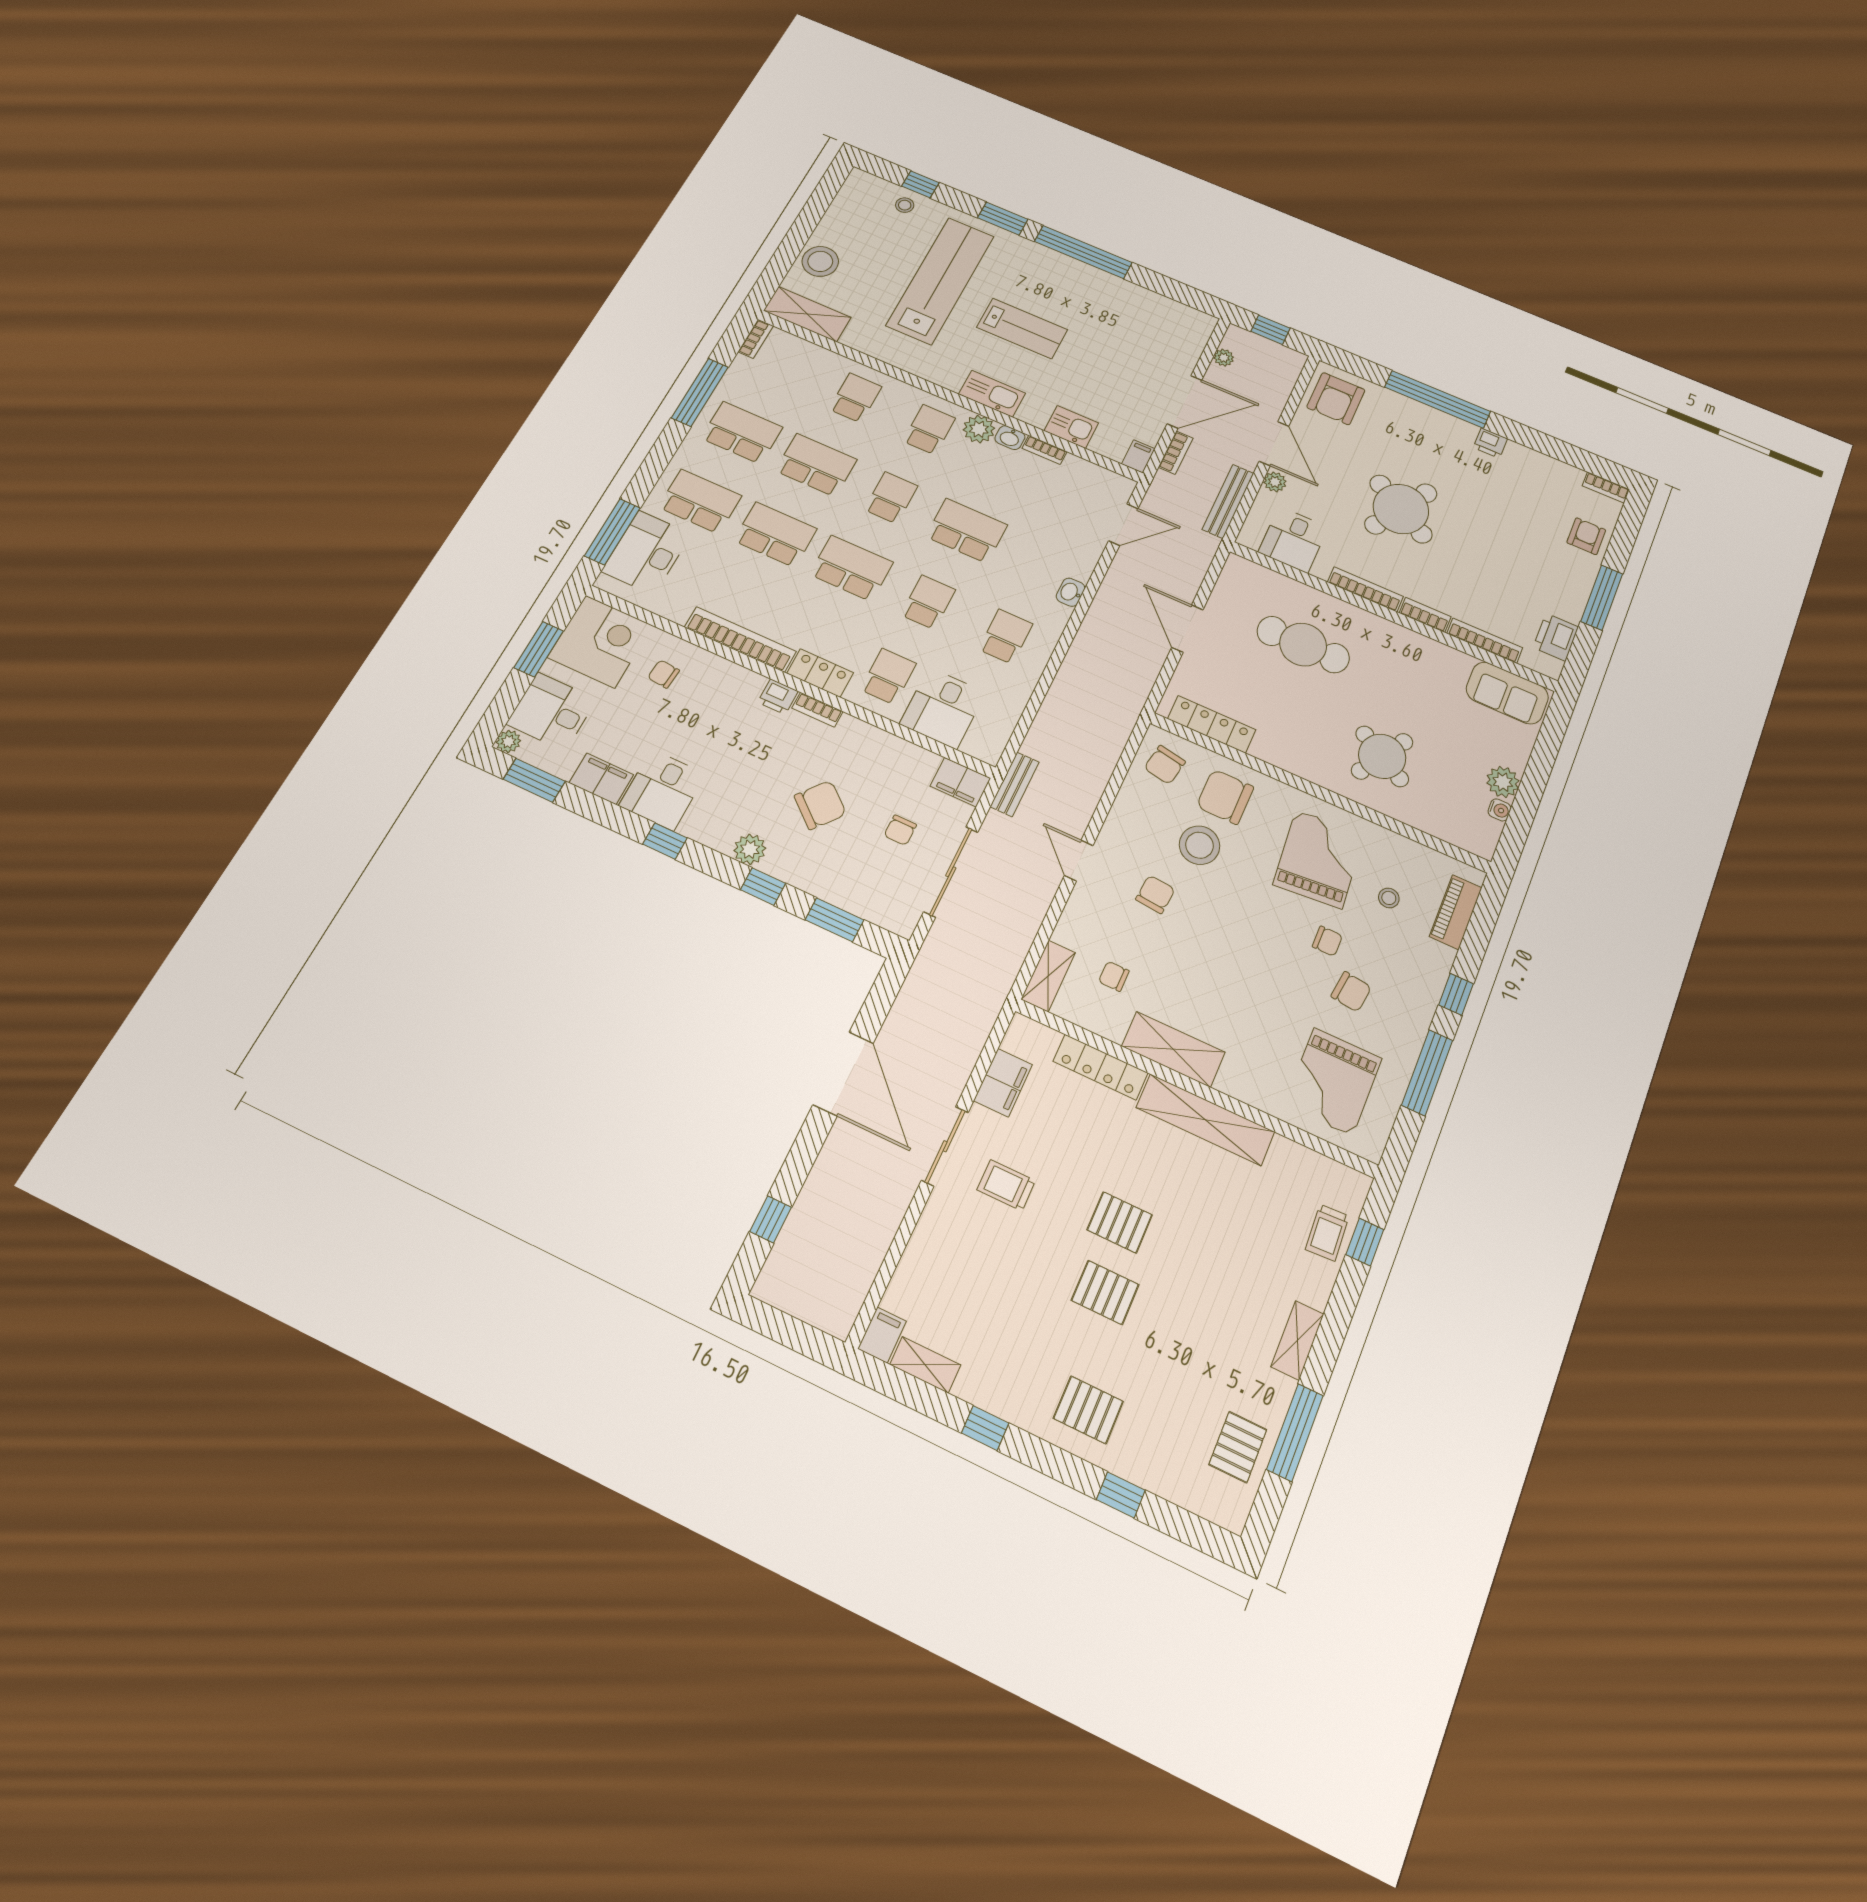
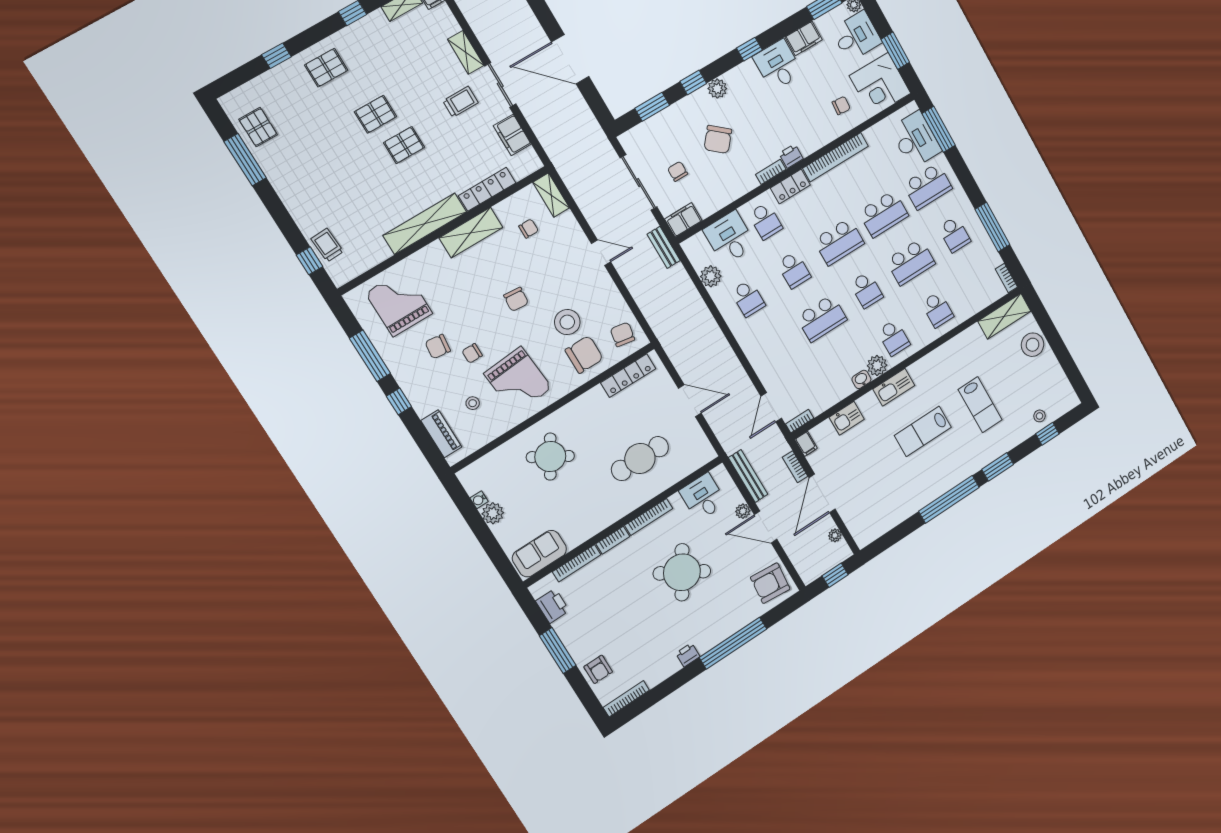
lab bench: (940, 281) -> (980, 405), width x0.54, depth x0.72
armchair: (1336, 399) -> (770, 583), turned -85
school desk: (742, 433) -> (954, 234), width x0.54
bookcase: (1045, 450) -> (800, 421), moved
bookcase: (1606, 488) -> (626, 699), width x1.56
washbasin: (1071, 592) -> (751, 351), removed
plant: (1010, 701) -> (711, 276), added
chair: (1155, 894) -> (516, 299), moved
shelving: (1297, 1340) -> (466, 52), moved

